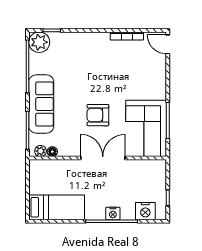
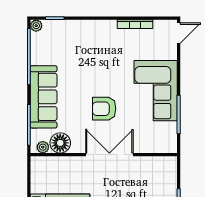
plant: (39, 42) -> (36, 26), width x0.53, depth x0.53
door: (168, 44) -> (179, 33), swing flipped
corner sofa: (146, 128) -> (156, 91), moved
floor lamp: (52, 152) -> (60, 143), width x1.89, depth x1.89

